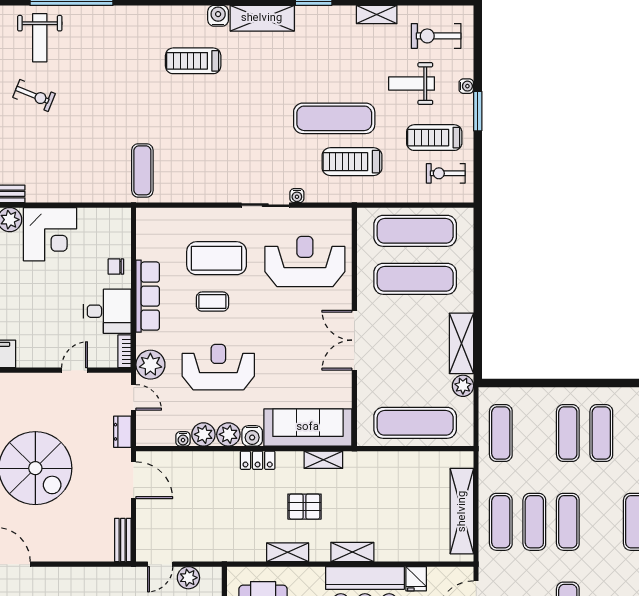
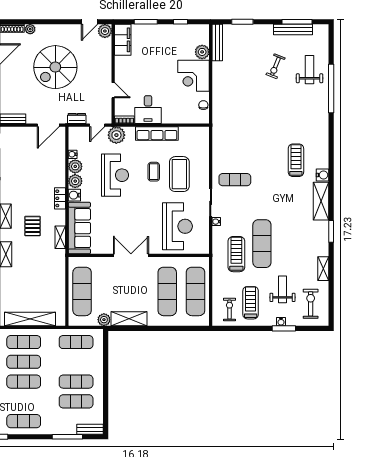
weight bench: (40, 38) -> (310, 70), turned 90
window: (478, 111) -> (284, 328), moved
exercise mat: (142, 170) -> (235, 180), moved
chair: (116, 267) -> (203, 105), moved

